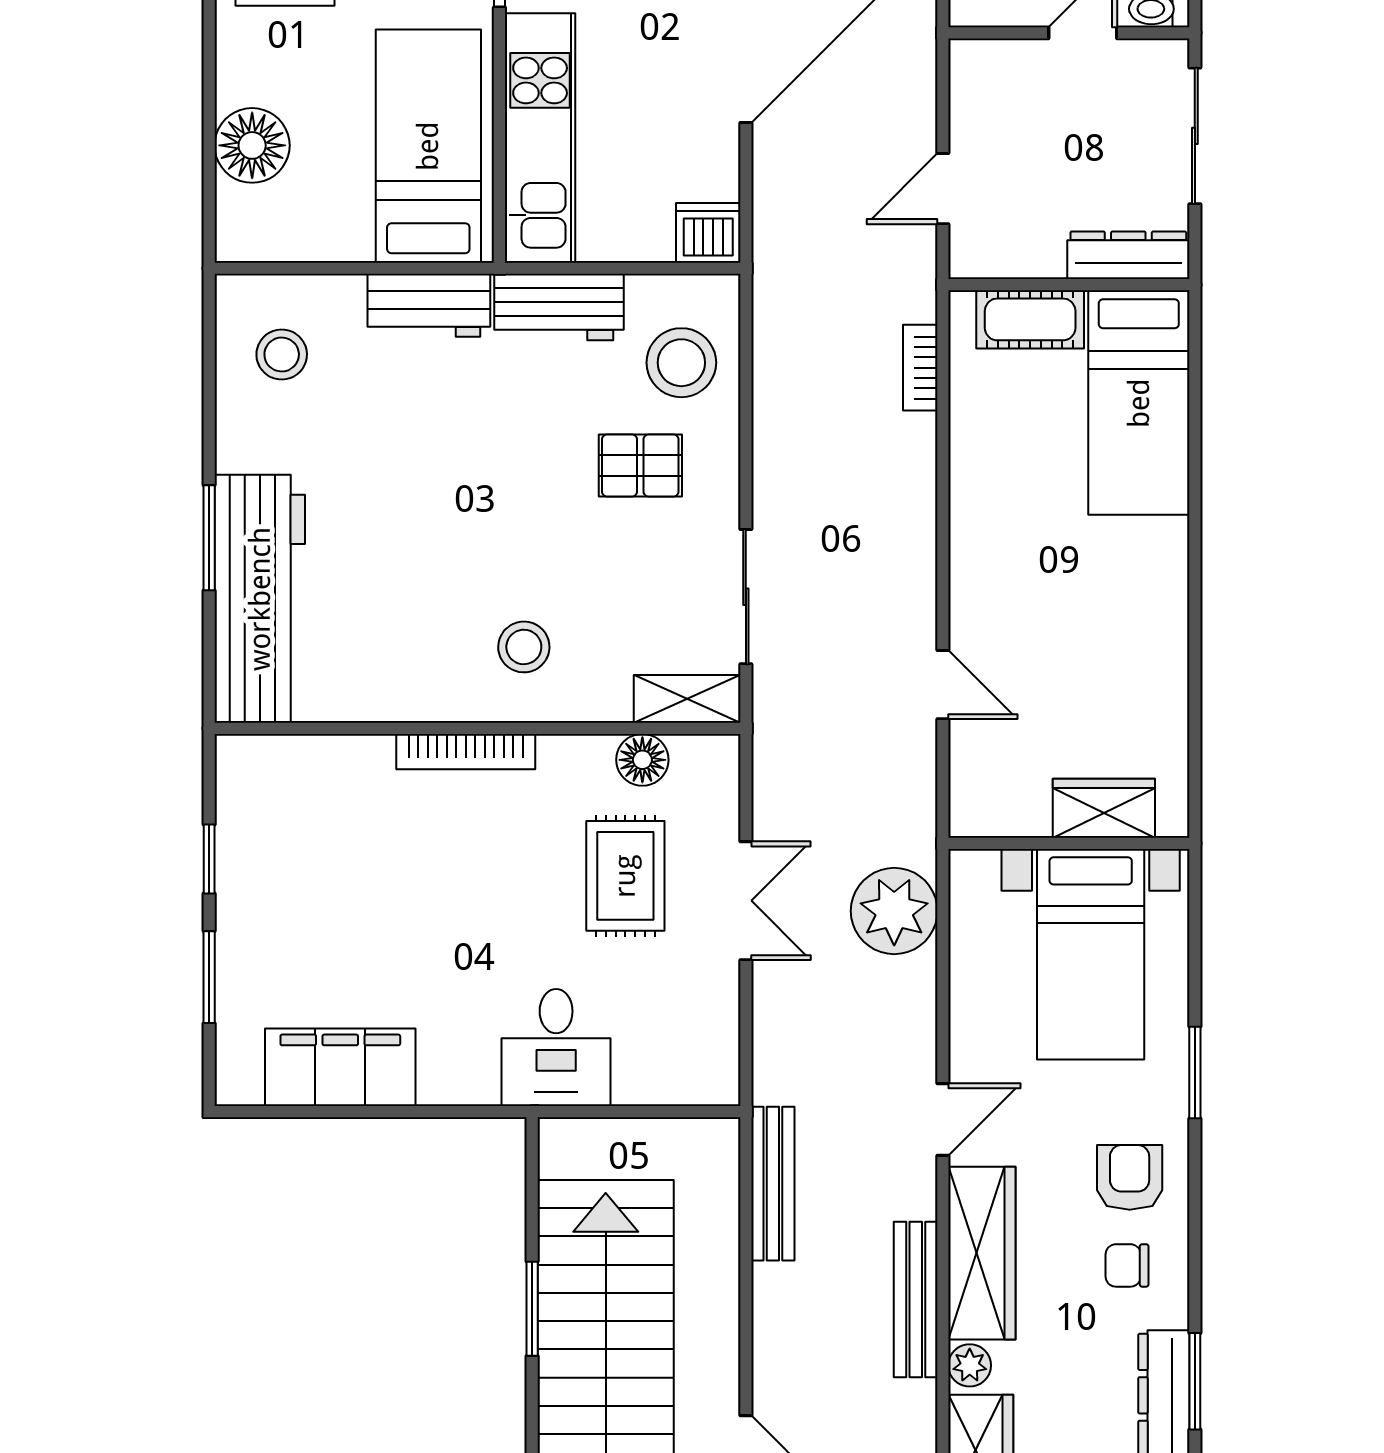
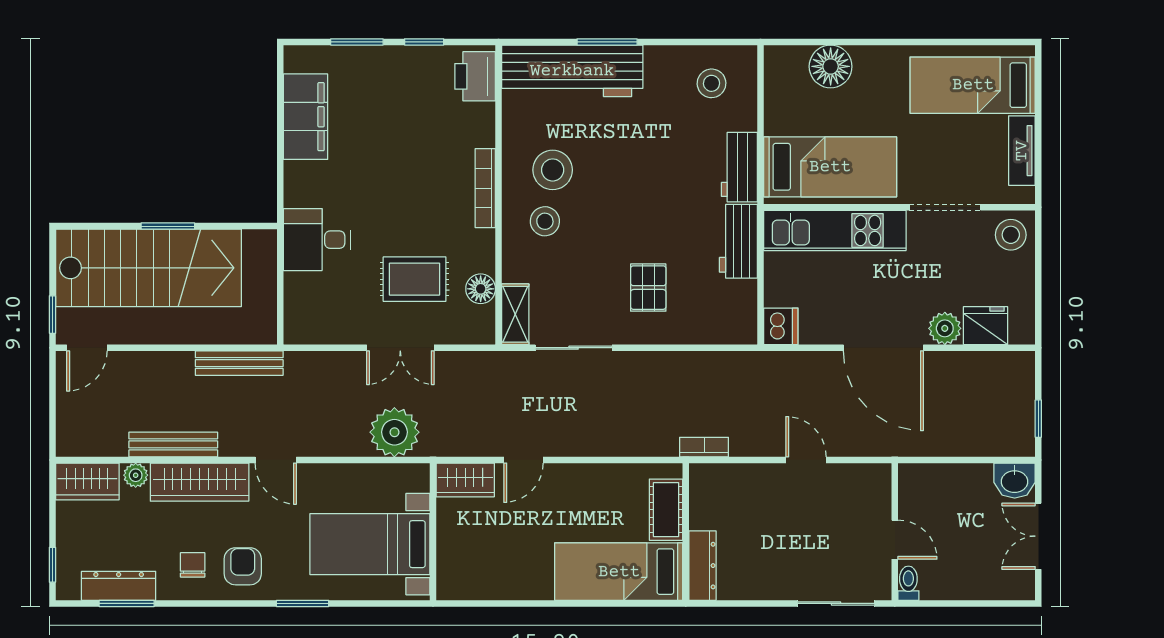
dresser: (1128, 255) -> (702, 566), moved
wall: (1069, 285) -> (686, 532), moved
cot: (1030, 319) -> (666, 510), moved
stool: (681, 363) -> (553, 170), moved
bed: (1139, 403) -> (619, 572), moved
printer: (269, 769) -> (475, 76), added
wardrobe: (1104, 808) -> (465, 480), moved, turned 90
armchair: (1130, 1177) -> (243, 566), turned -90

